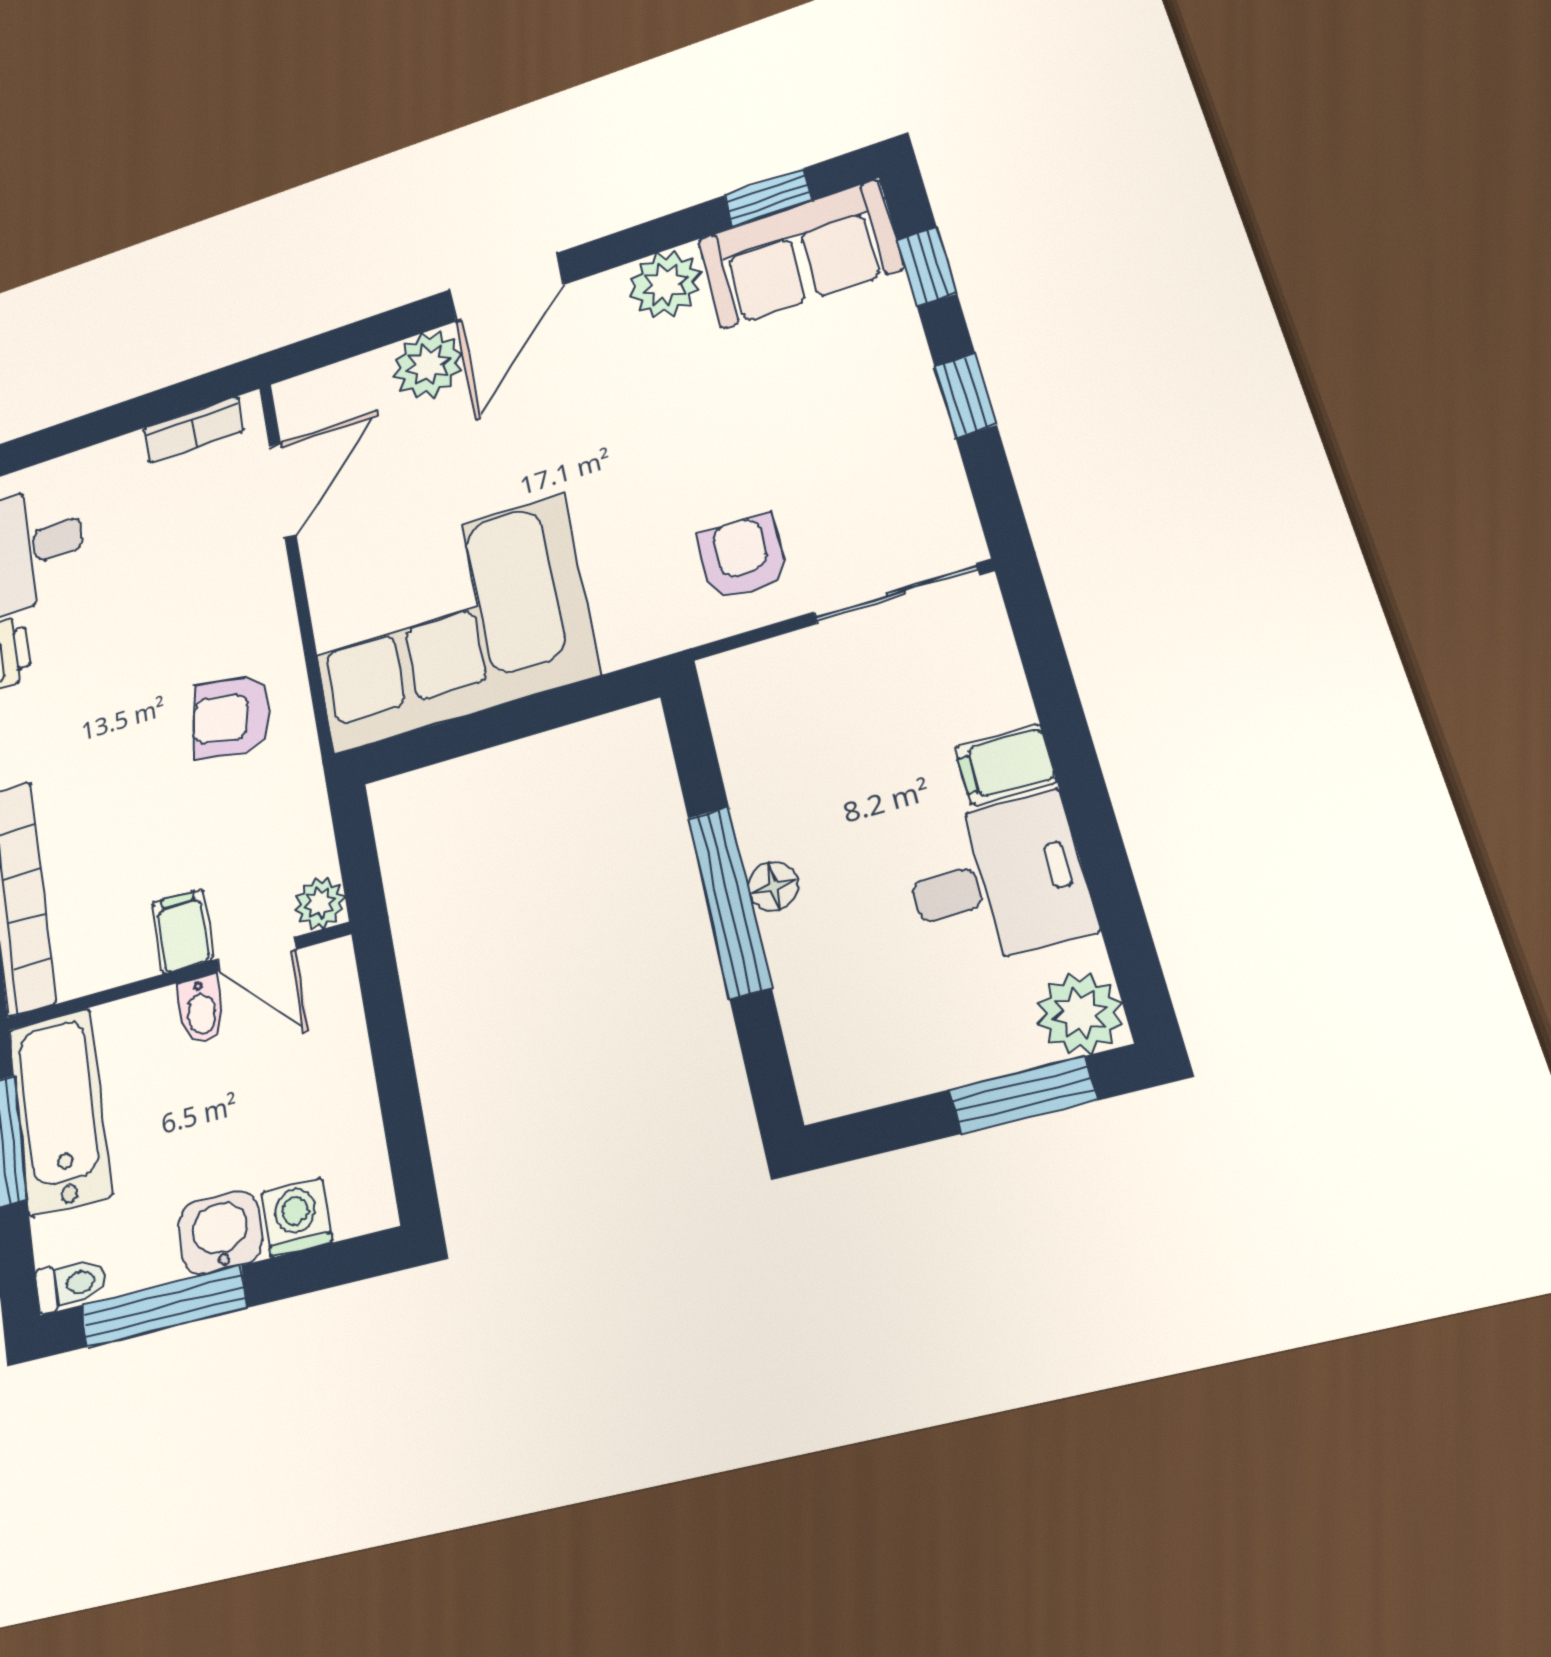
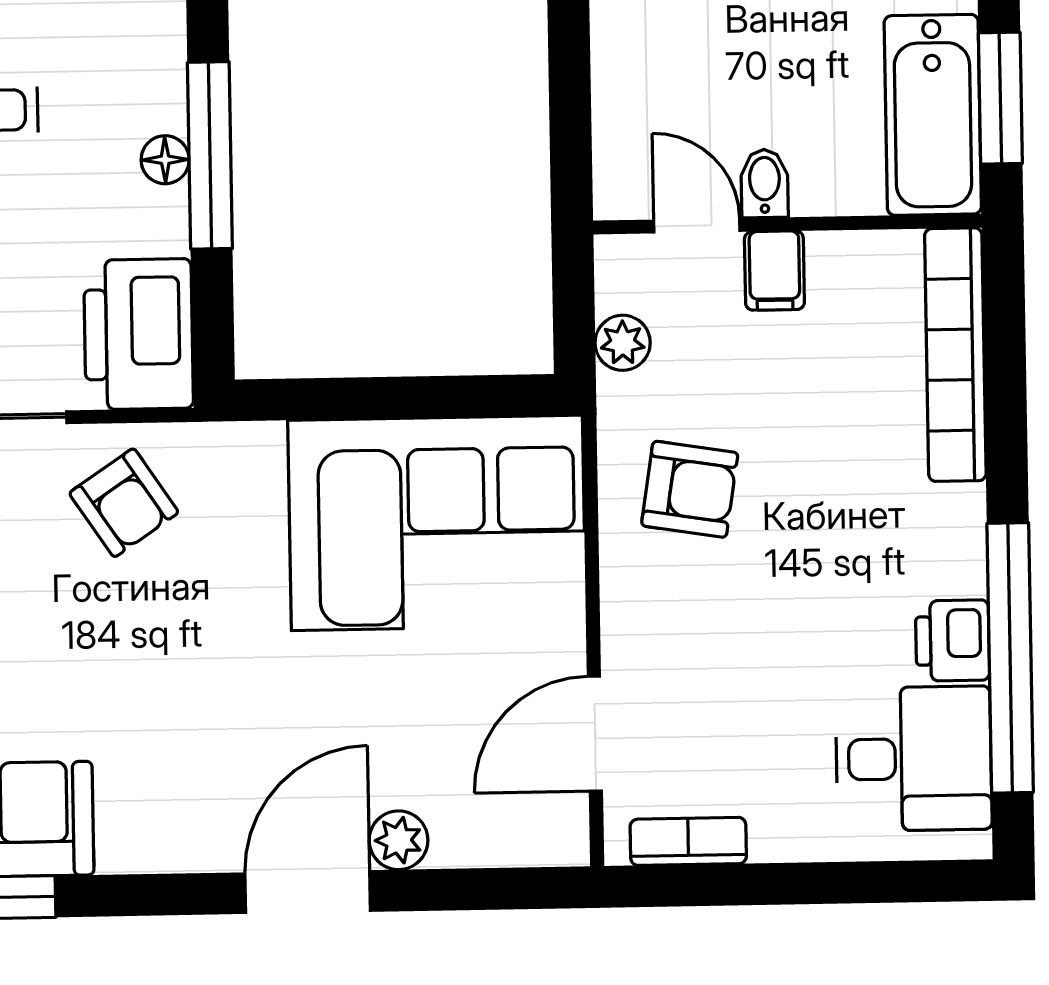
plant: (665, 284) -> (138, 834), removed
plant: (428, 365) -> (399, 840), width x0.73, depth x0.73
armchair: (742, 557) -> (124, 503), turned -34
printer: (763, 713) -> (138, 334), added
plant: (320, 903) -> (623, 343), moved

